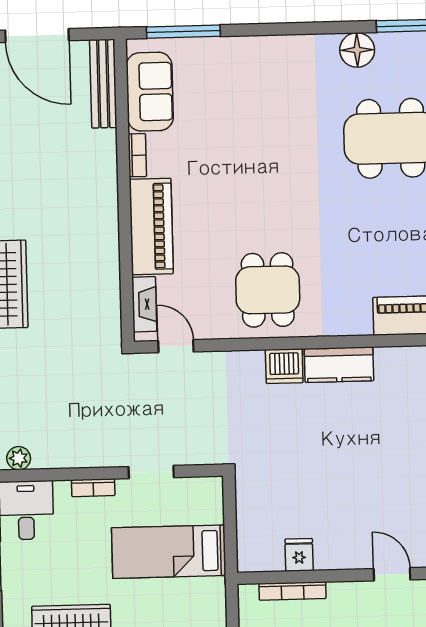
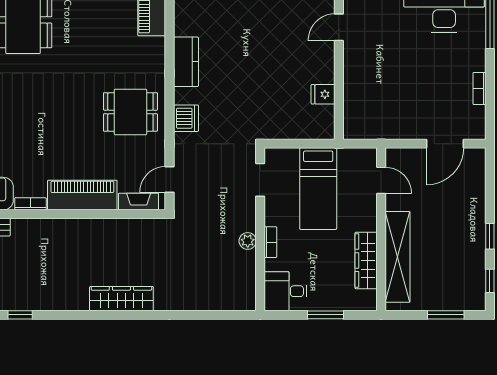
dishwasher: (284, 366) -> (186, 118), moved
plant: (19, 458) -> (248, 241), moved
doorway: (151, 472) -> (260, 180), moved
bookcase: (292, 591) -> (349, 100), removed

